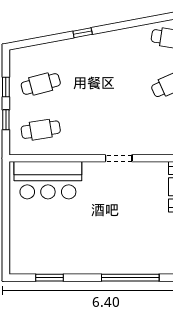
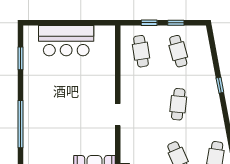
cafe table: (106, 84) -> (178, 104), added
bar counter: (48, 180) -> (66, 41), moved, turned -90

